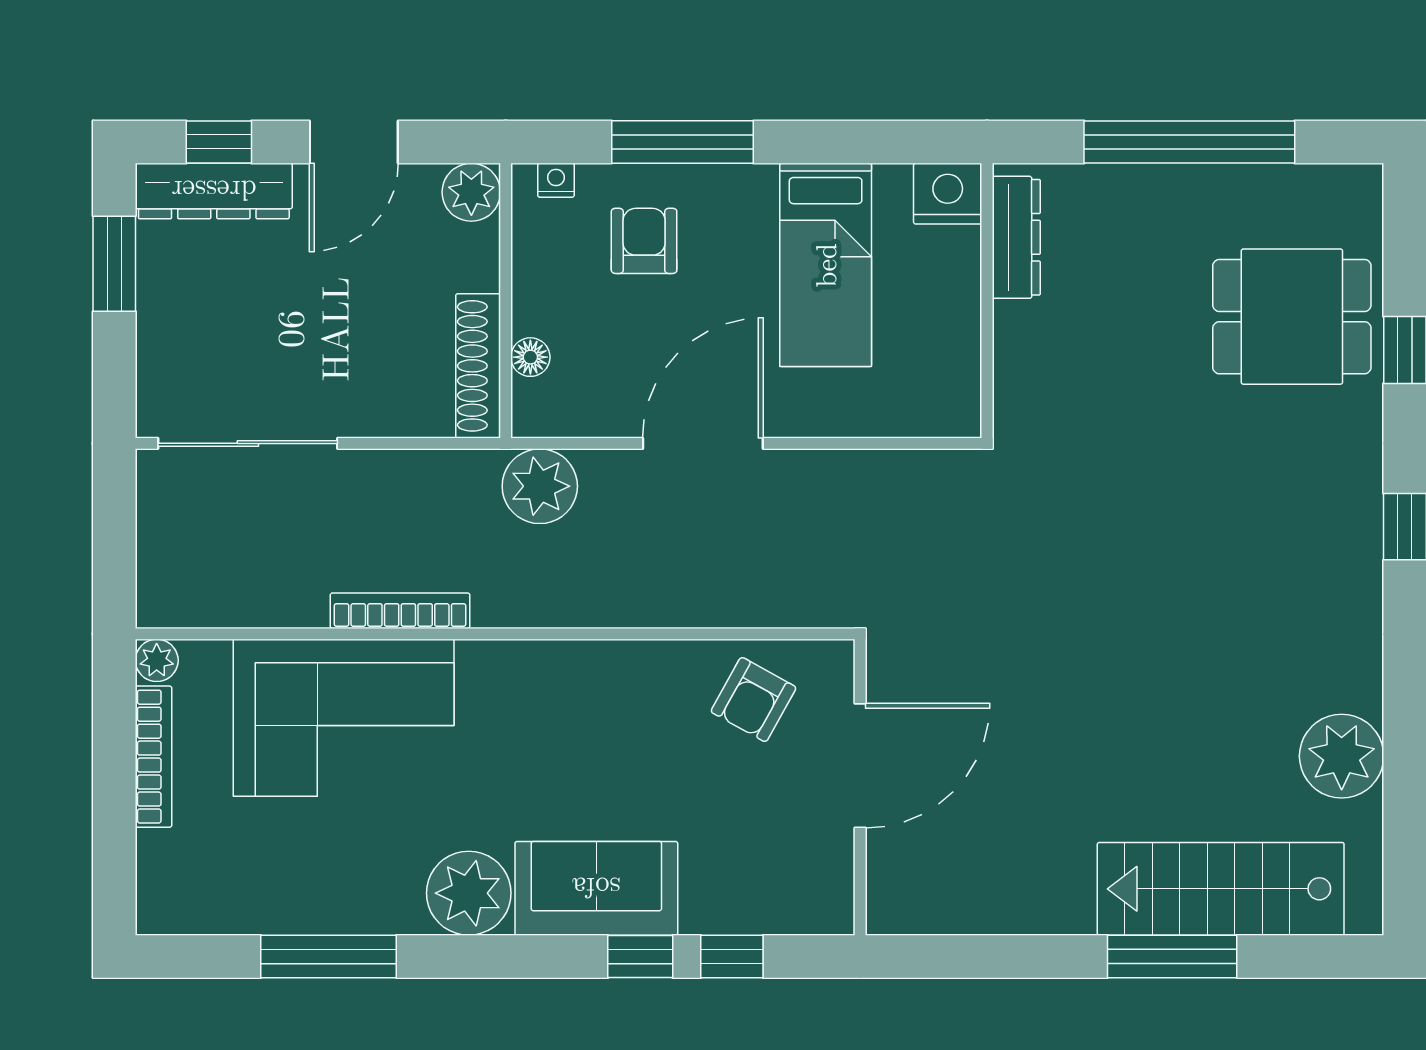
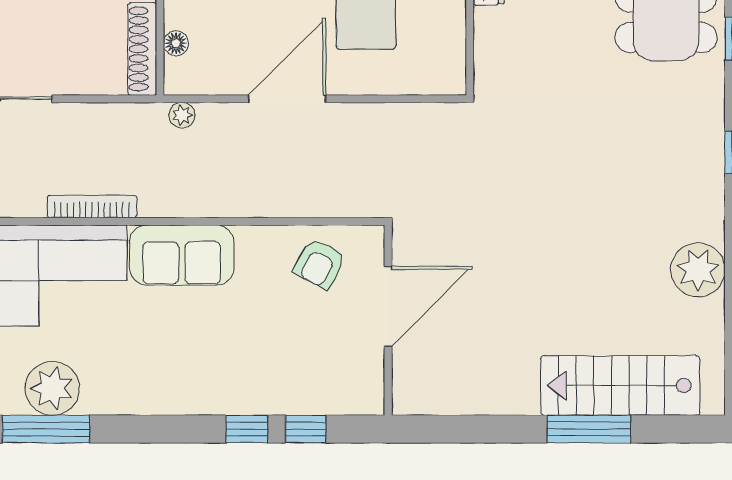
plant: (540, 486) -> (182, 115), width x0.53, depth x0.53
plant: (1342, 756) -> (698, 270), moved
sofa: (596, 888) -> (182, 255), moved, turned 180
plant: (469, 893) -> (52, 388), moved

